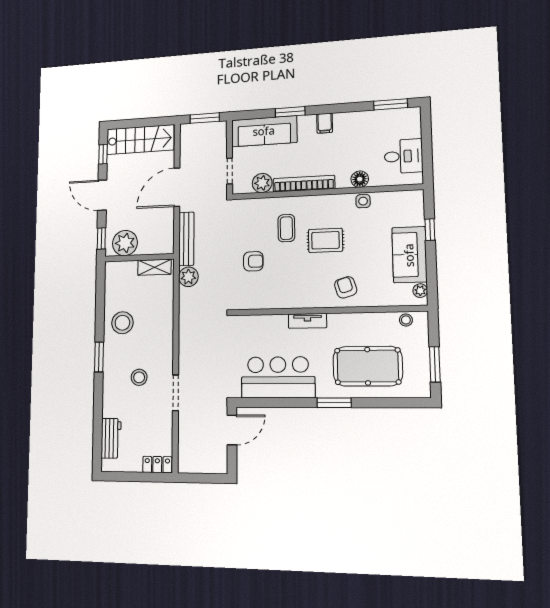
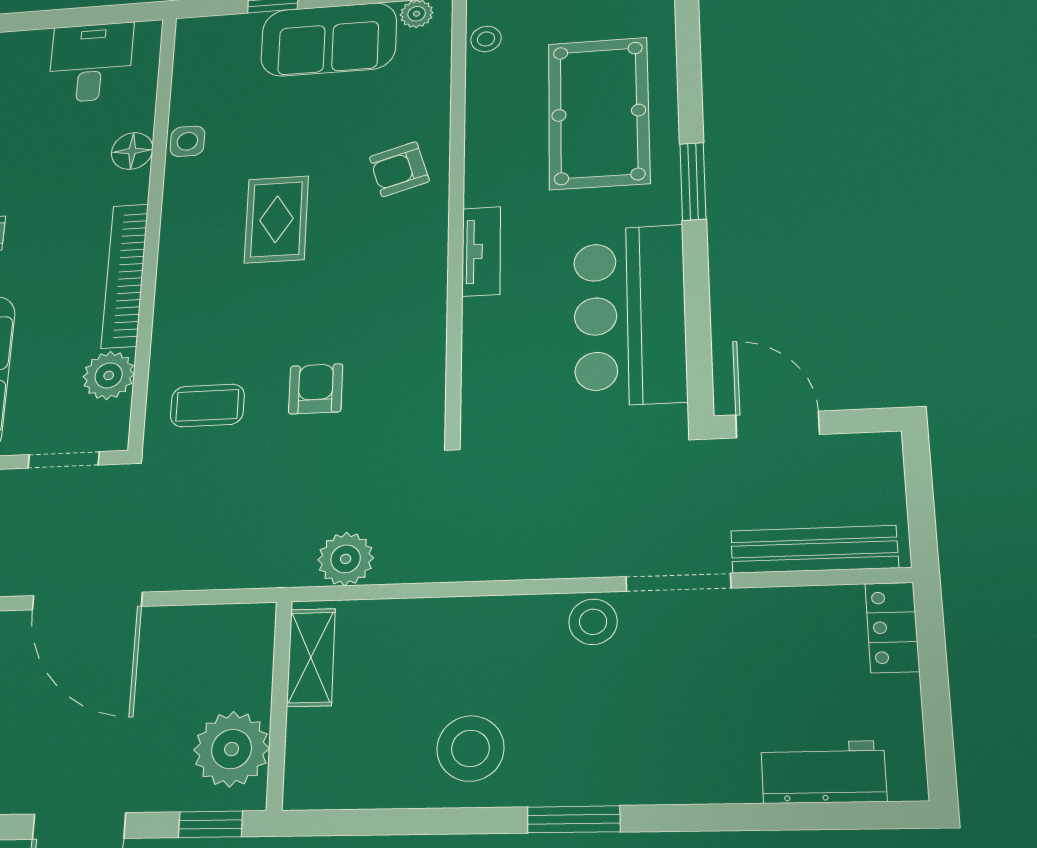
coffee table: (286, 228) -> (207, 405), moved
bench: (186, 239) -> (814, 549), moved
stool: (139, 377) -> (593, 622), moved

